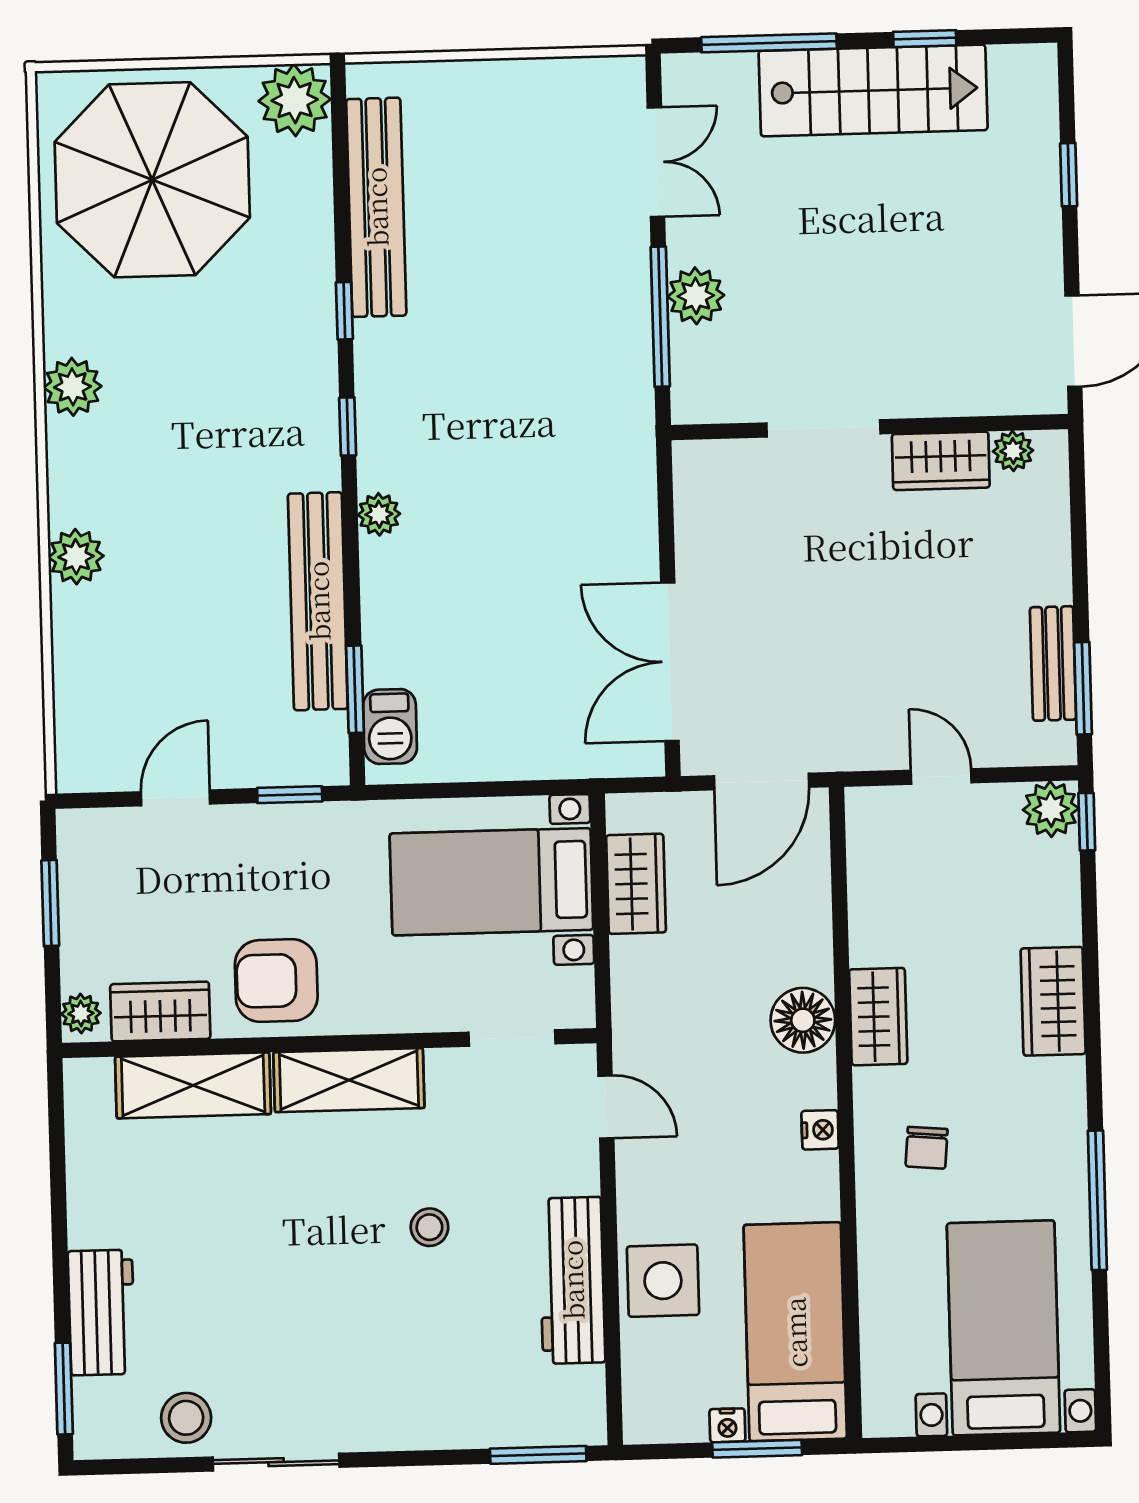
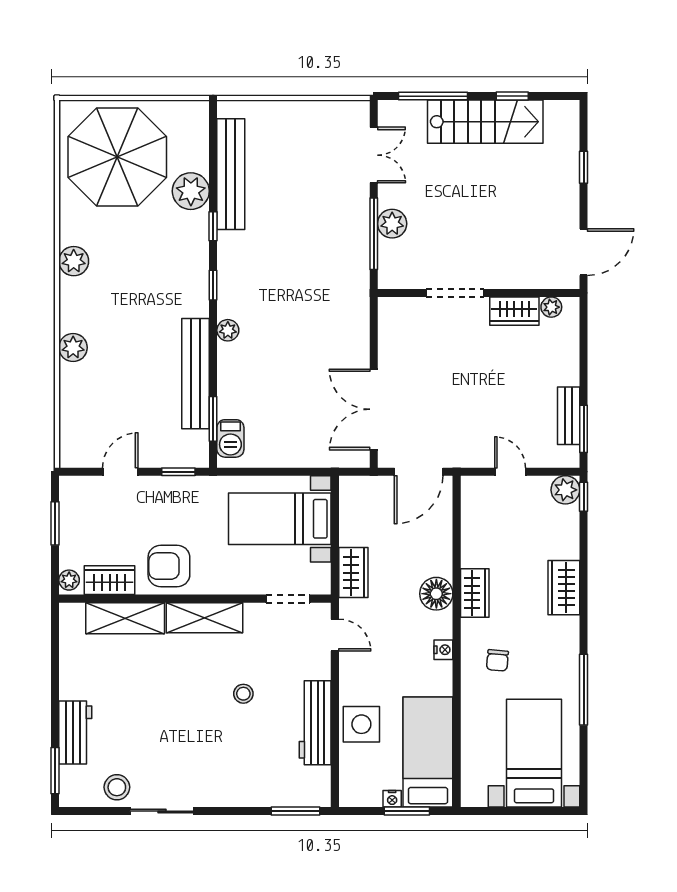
plant: (295, 100) -> (191, 191), moved
wardrobe: (636, 884) -> (353, 573), moved

